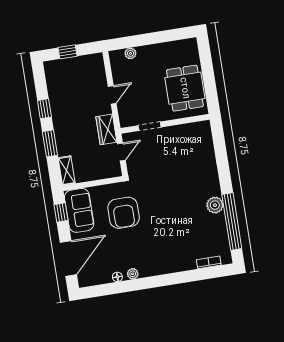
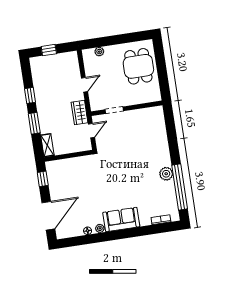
dining table: (185, 88) -> (138, 66), moved
sofa: (79, 210) -> (121, 219), moved, turned -90
armchair: (124, 213) -> (93, 179), removed

